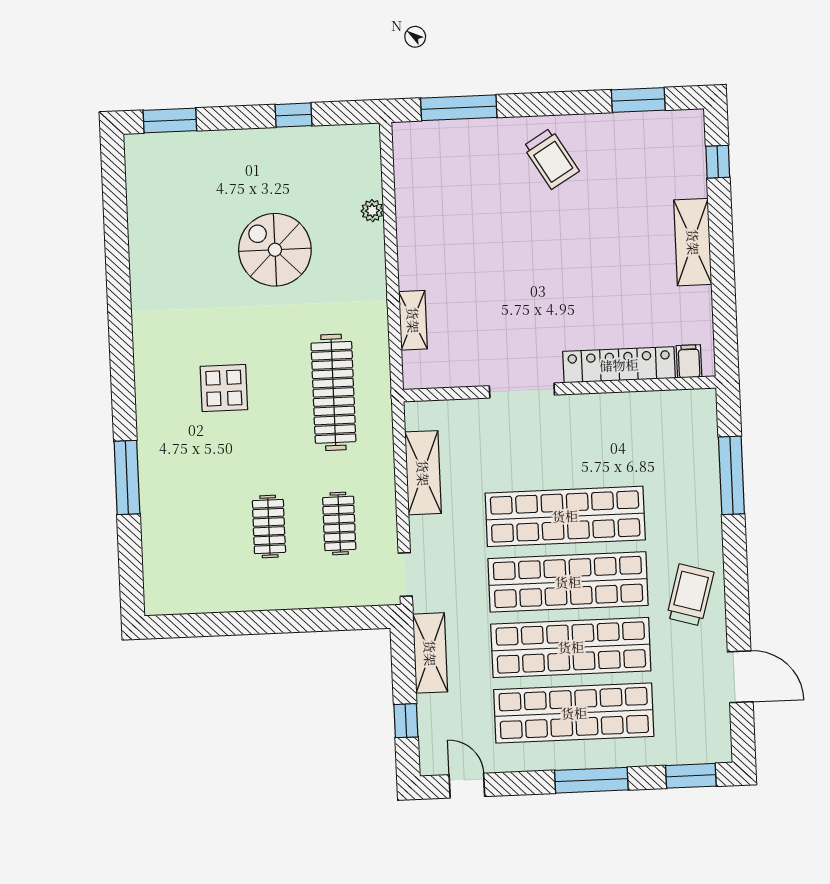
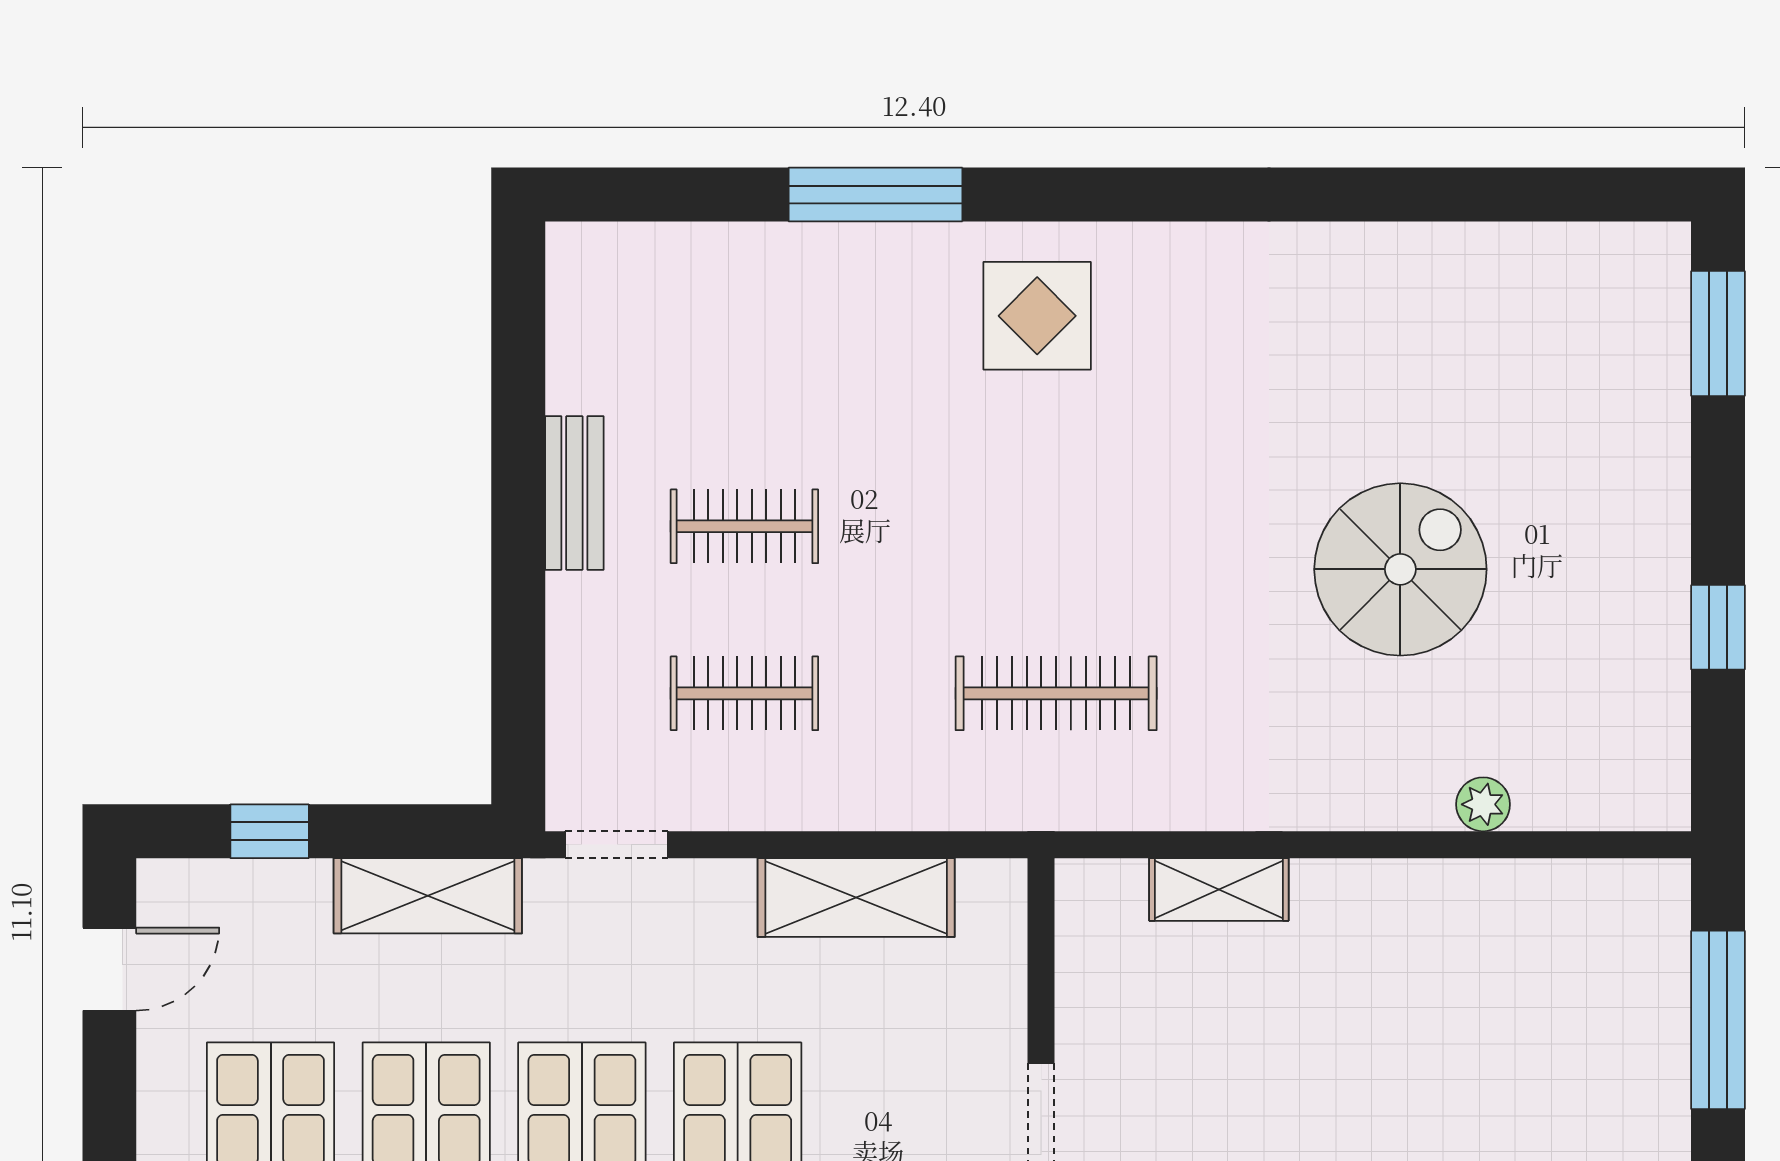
display table: (224, 388) -> (1037, 316), moved
clothes rail: (333, 392) -> (1056, 693), width x0.73, depth x0.76
bench: (258, 599) -> (574, 493), added

